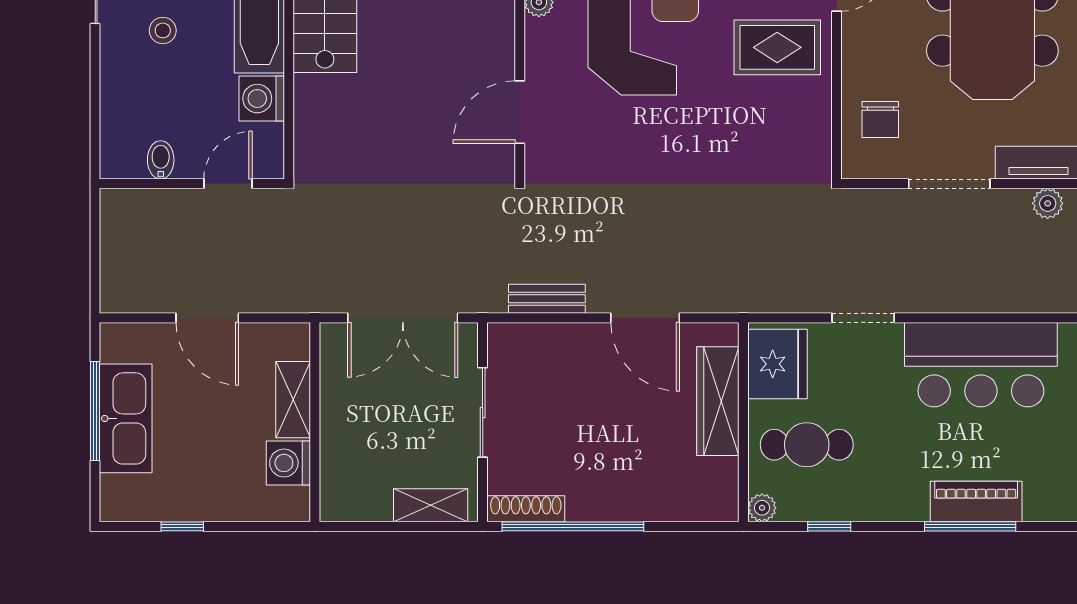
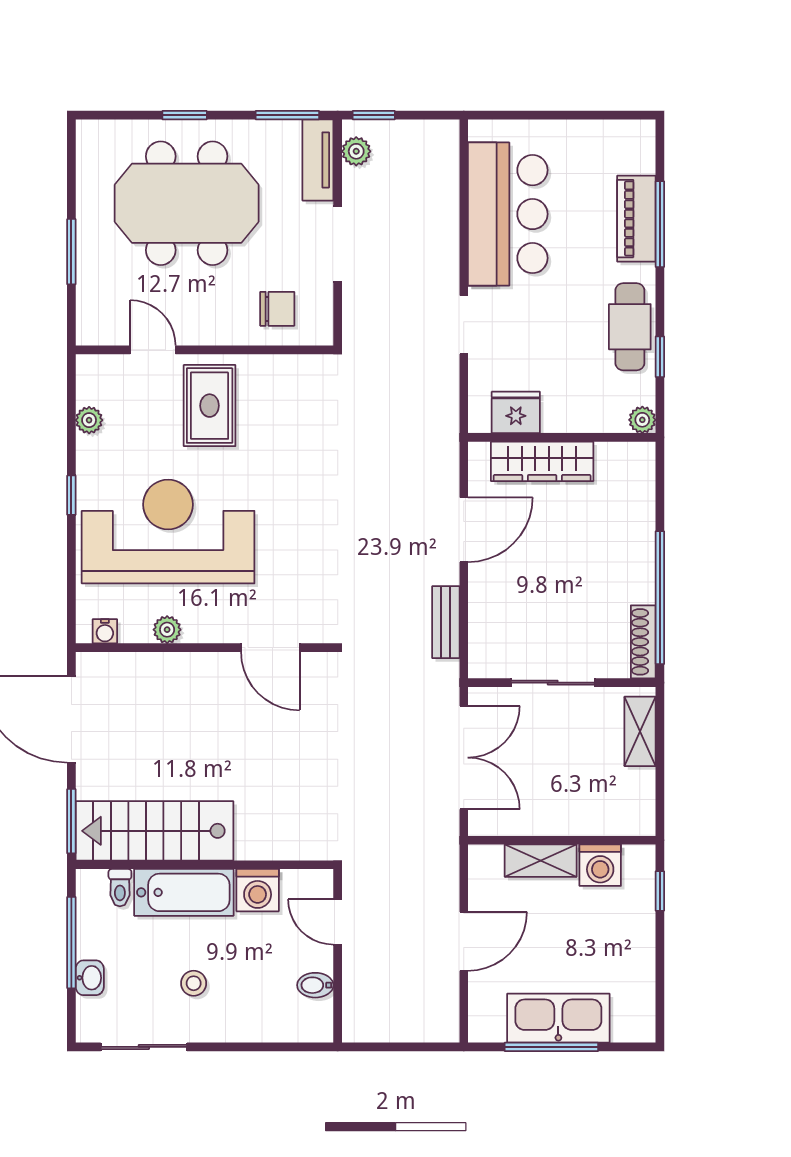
fridge: (777, 364) -> (516, 412), width x0.73, depth x0.75
cafe table: (807, 445) -> (630, 327), moved
window: (182, 526) -> (660, 891), moved

